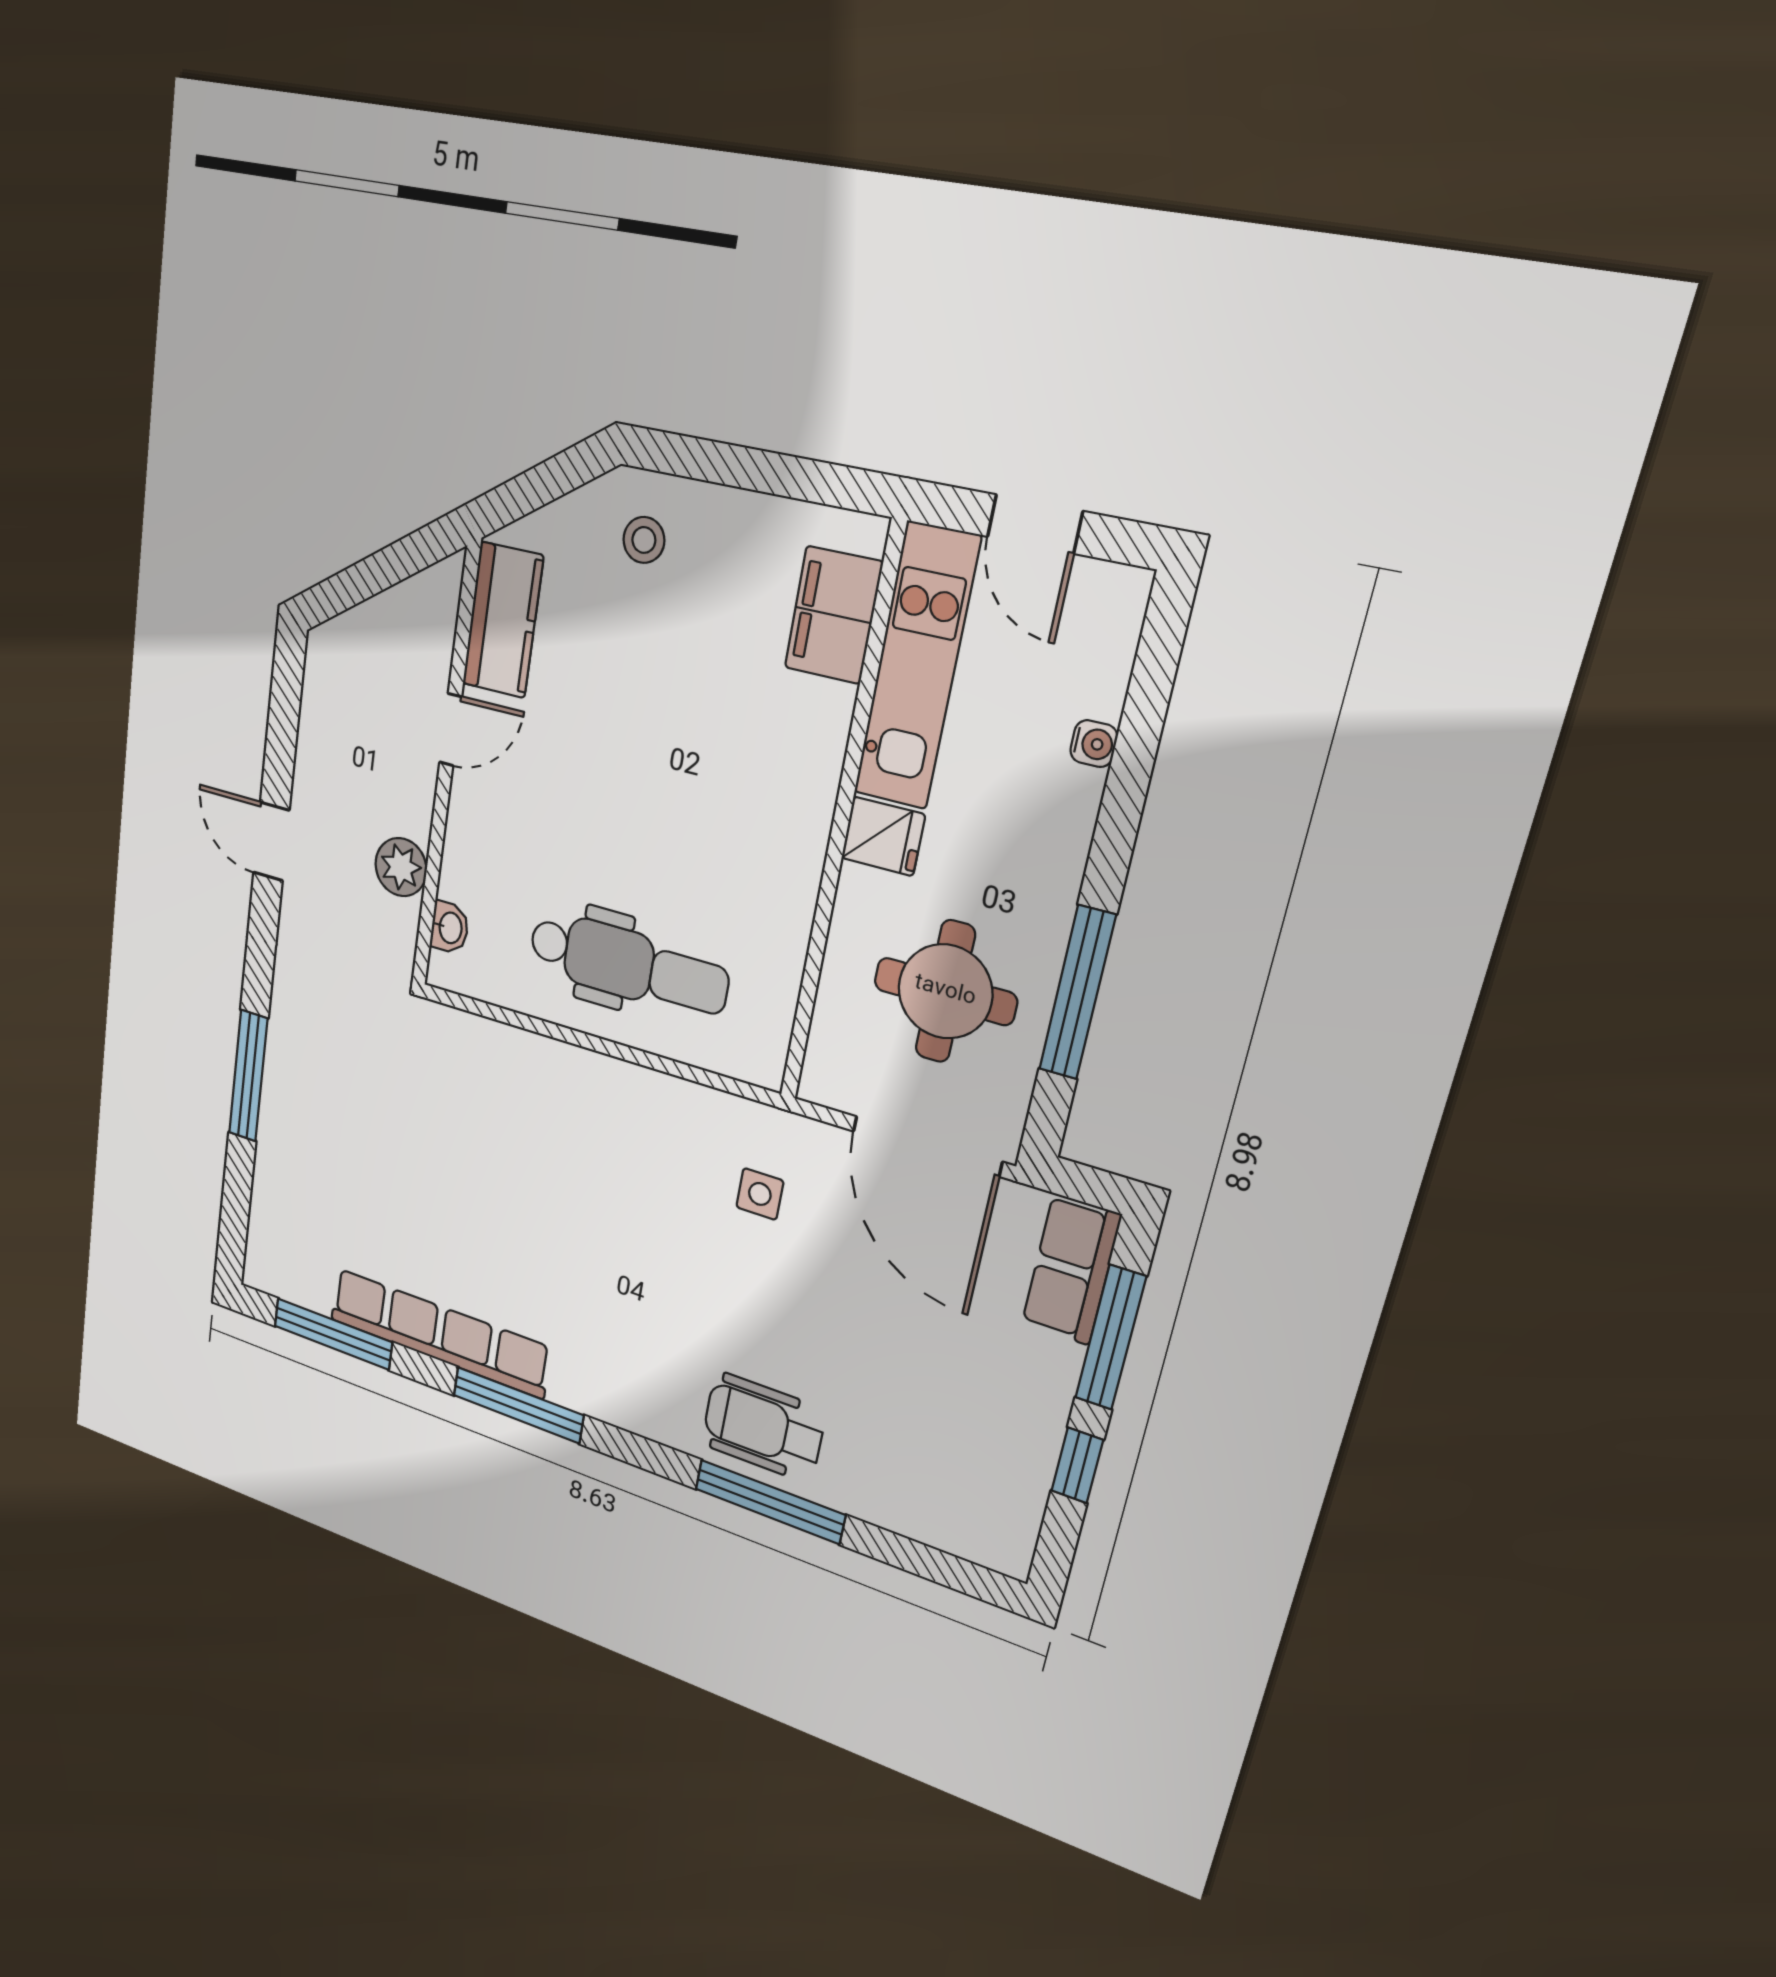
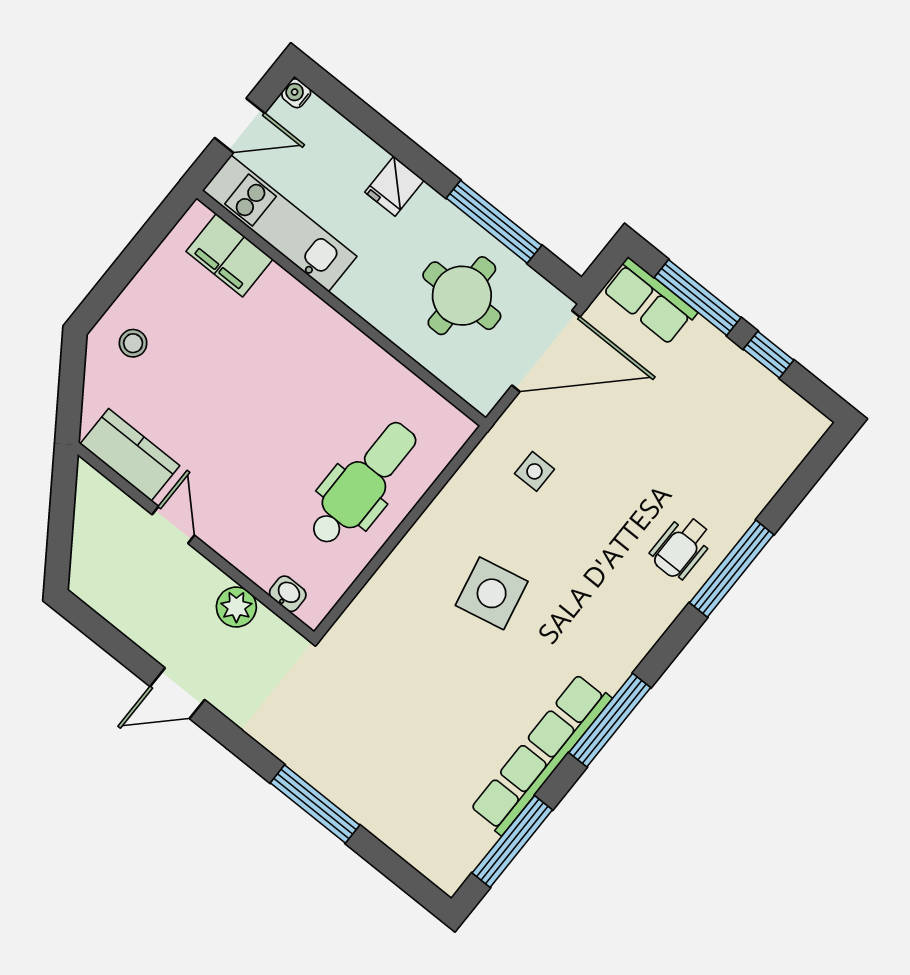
water cooler: (1094, 744) -> (296, 93), moved, turned -90
fridge: (883, 836) -> (394, 186), moved, turned 180
side table: (584, 1197) -> (492, 593), added
wheelchair: (763, 1427) -> (681, 547), width x0.73, depth x0.73

